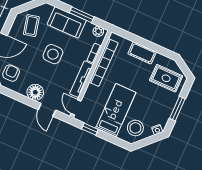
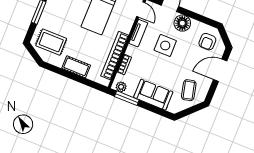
window: (82, 15) -> (127, 98), moved
side table: (53, 54) -> (165, 45), moved
tv unit: (81, 79) -> (138, 33), width x0.71

